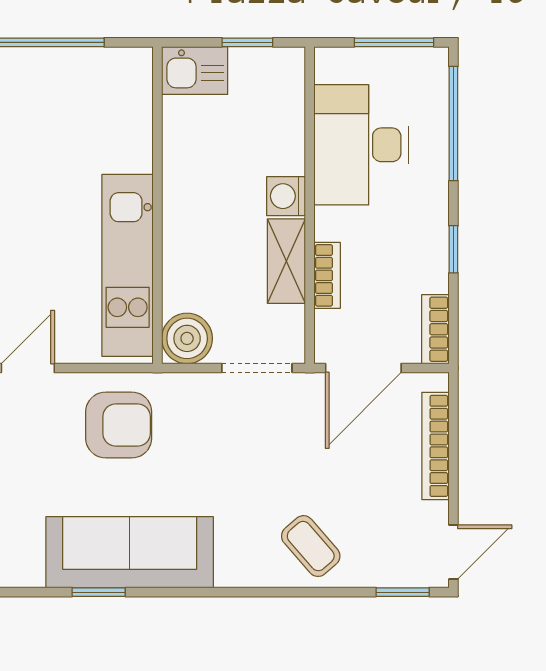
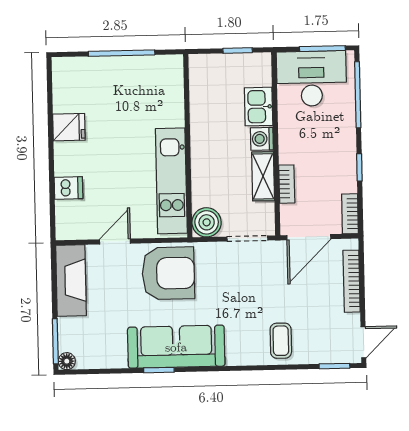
kitchen sink: (195, 71) -> (259, 107), moved, turned 90
desk: (361, 145) -> (311, 79), moved, turned 90
armchair: (119, 425) -> (168, 273), width x1.36, depth x1.36
coffee table: (311, 546) -> (281, 341), turned 41

